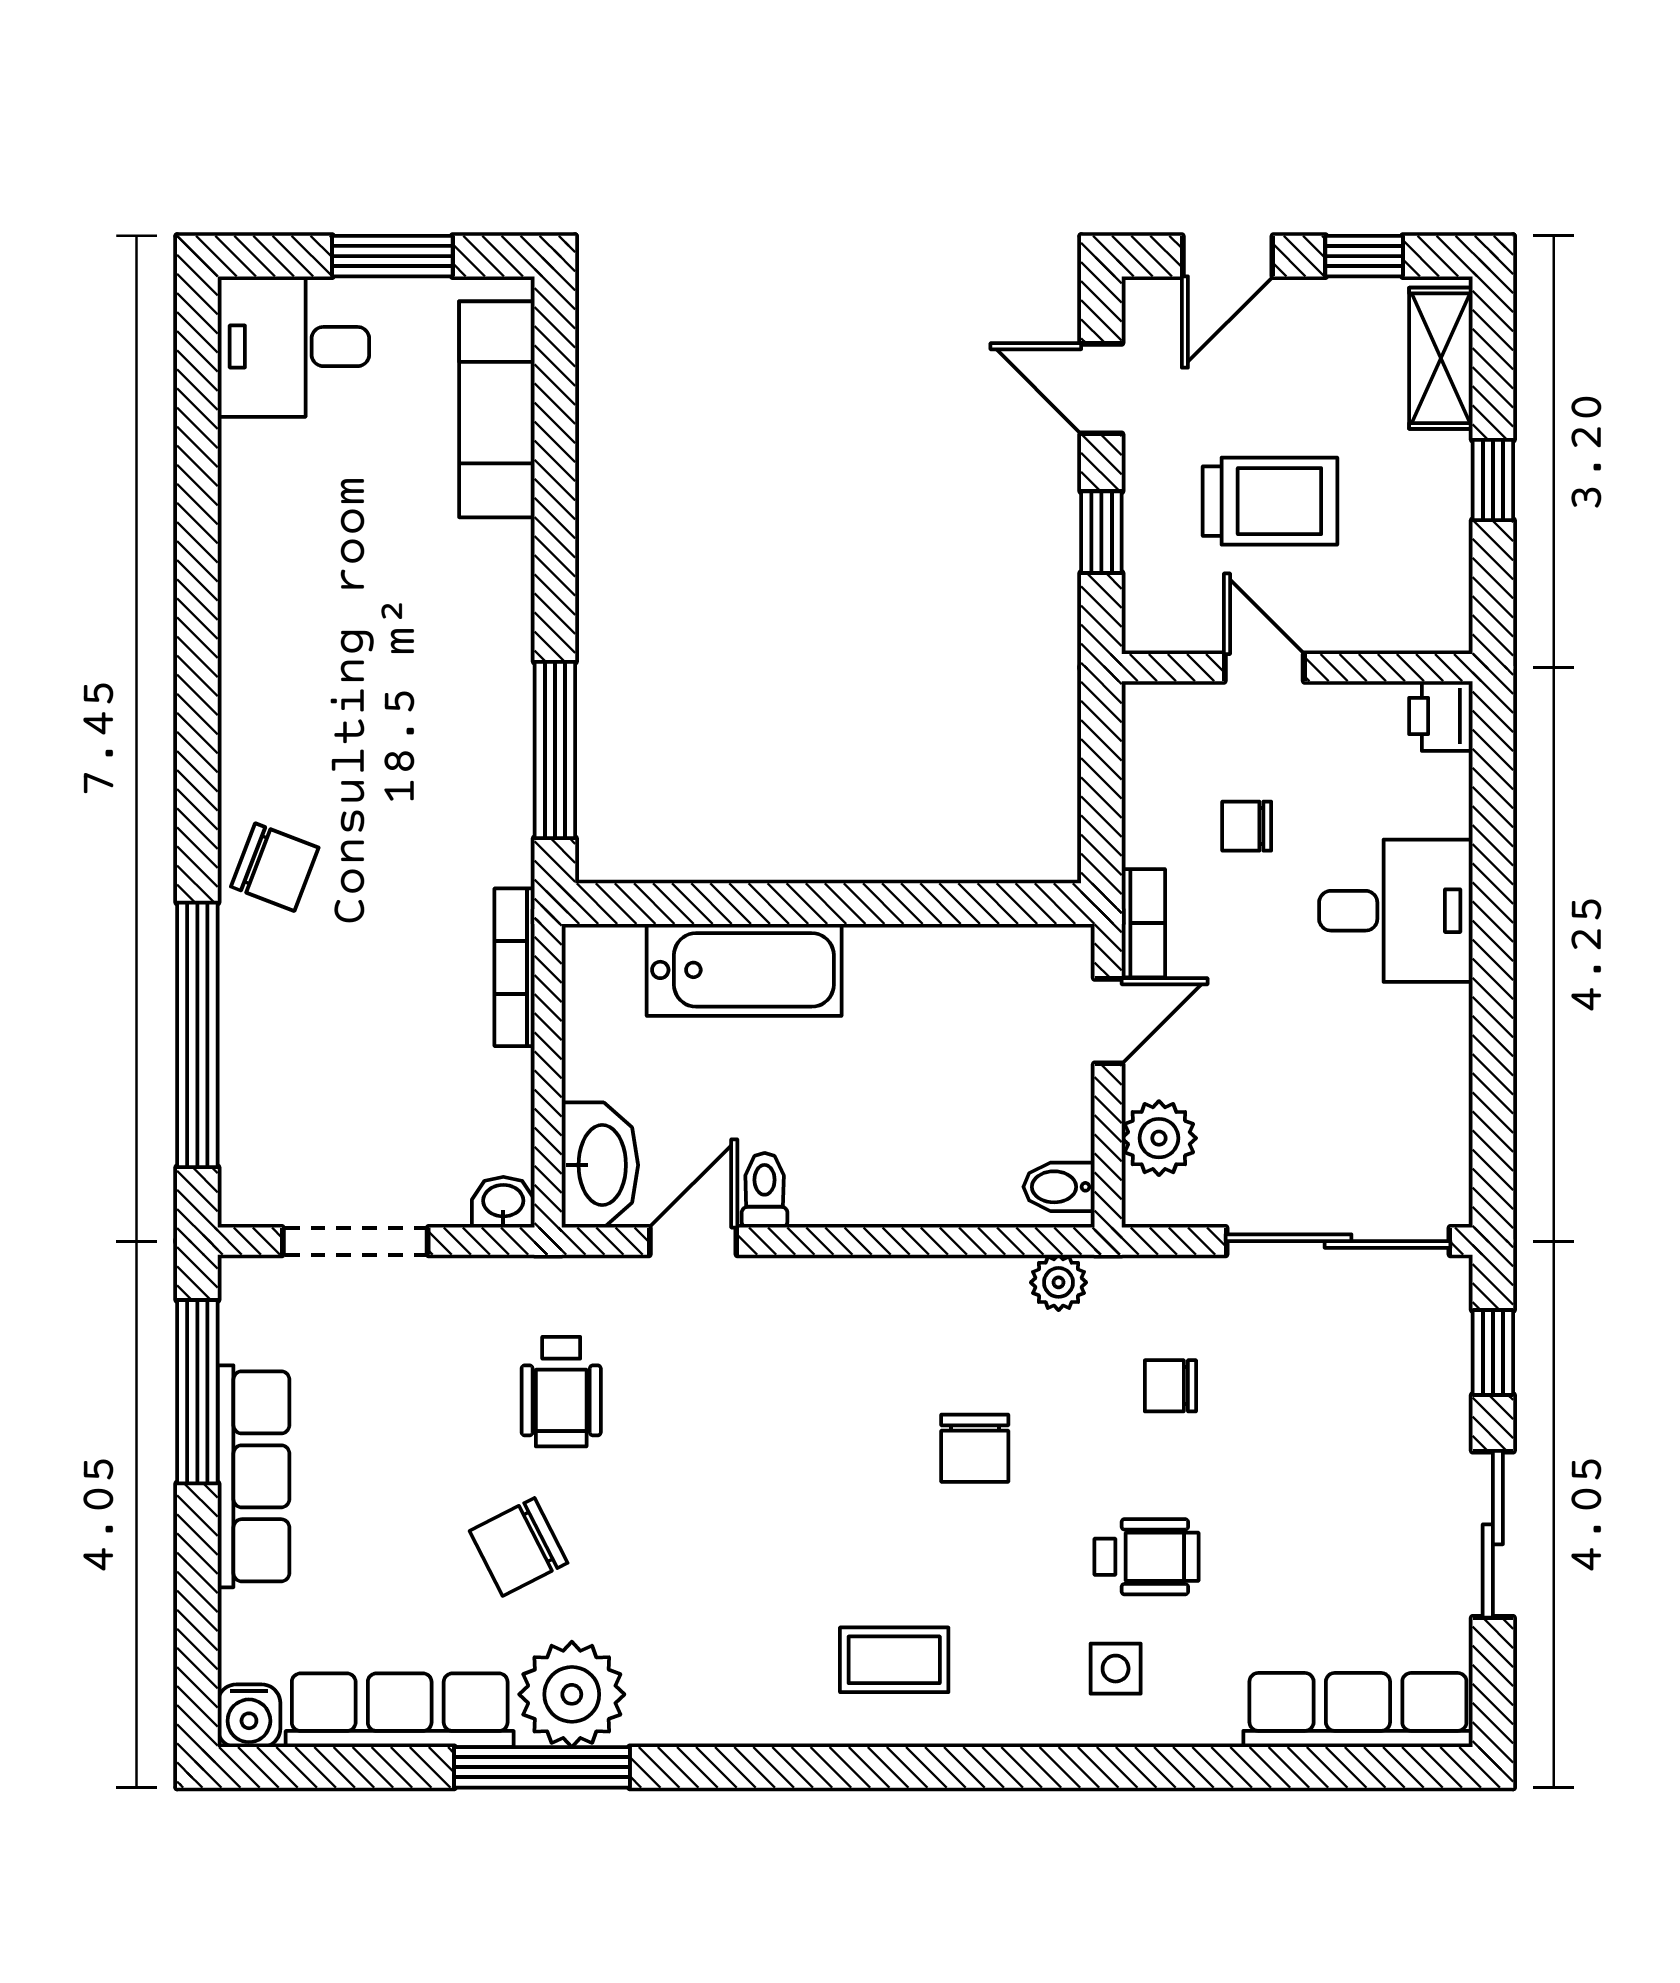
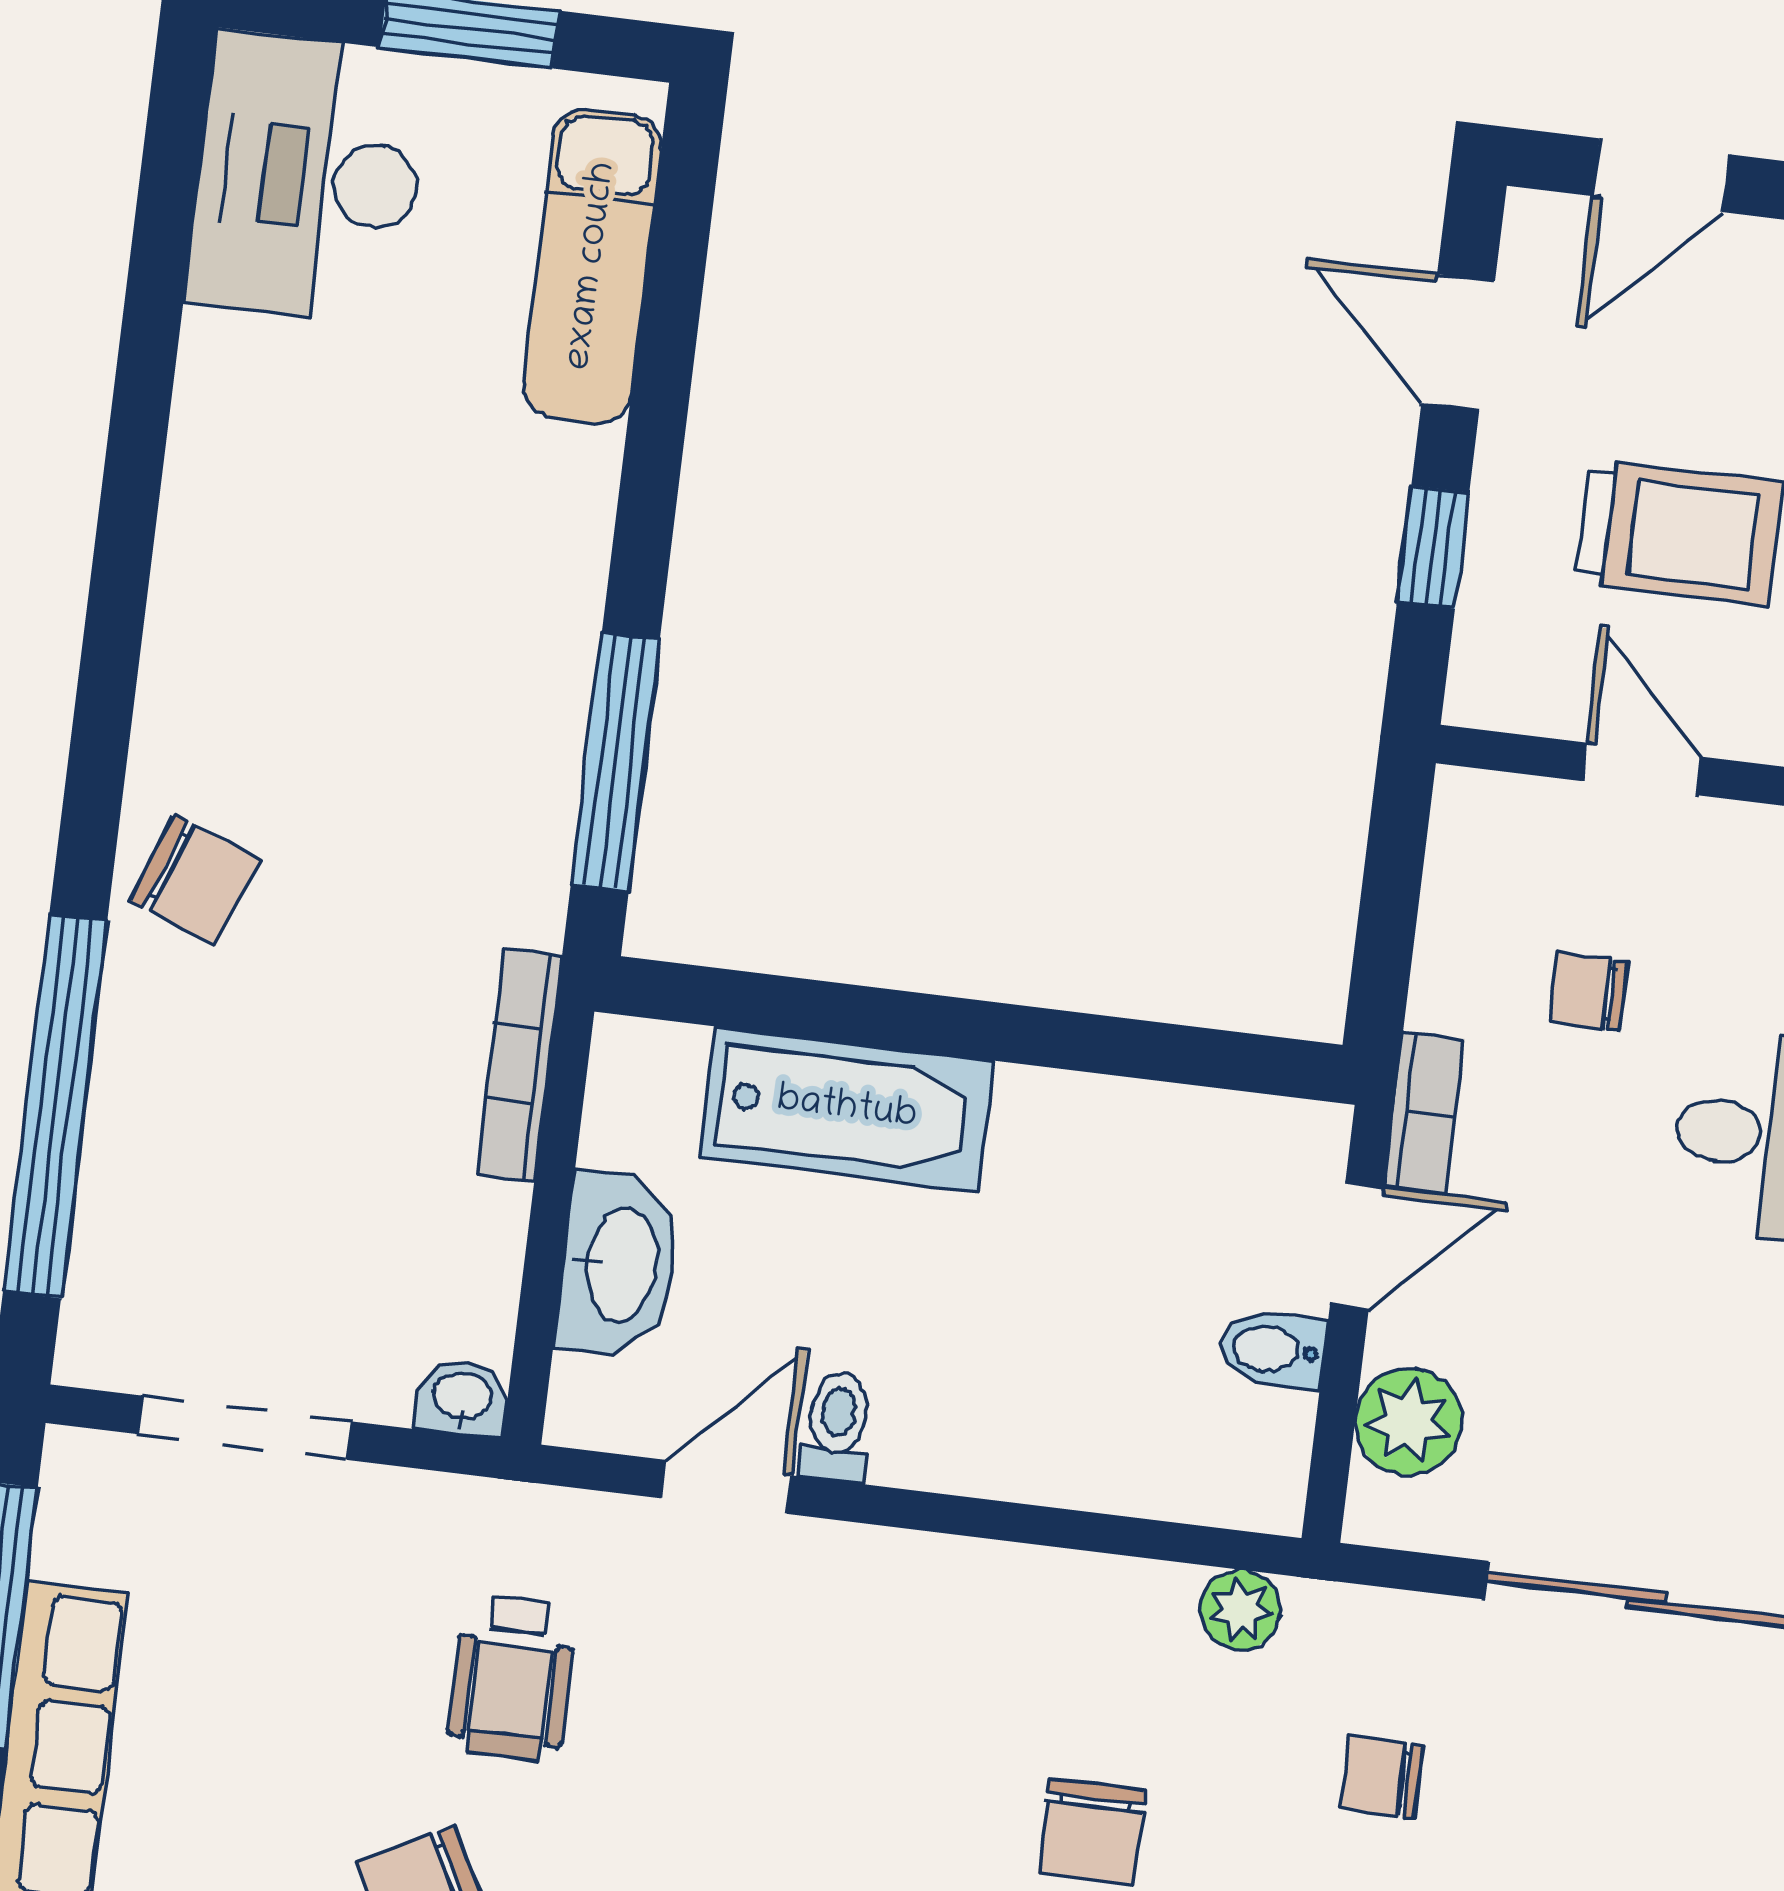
desk: (293, 347) -> (308, 178), width x1.37
washbasin: (600, 1165) -> (619, 1264), moved
bidet: (1059, 1187) -> (1273, 1350), moved

